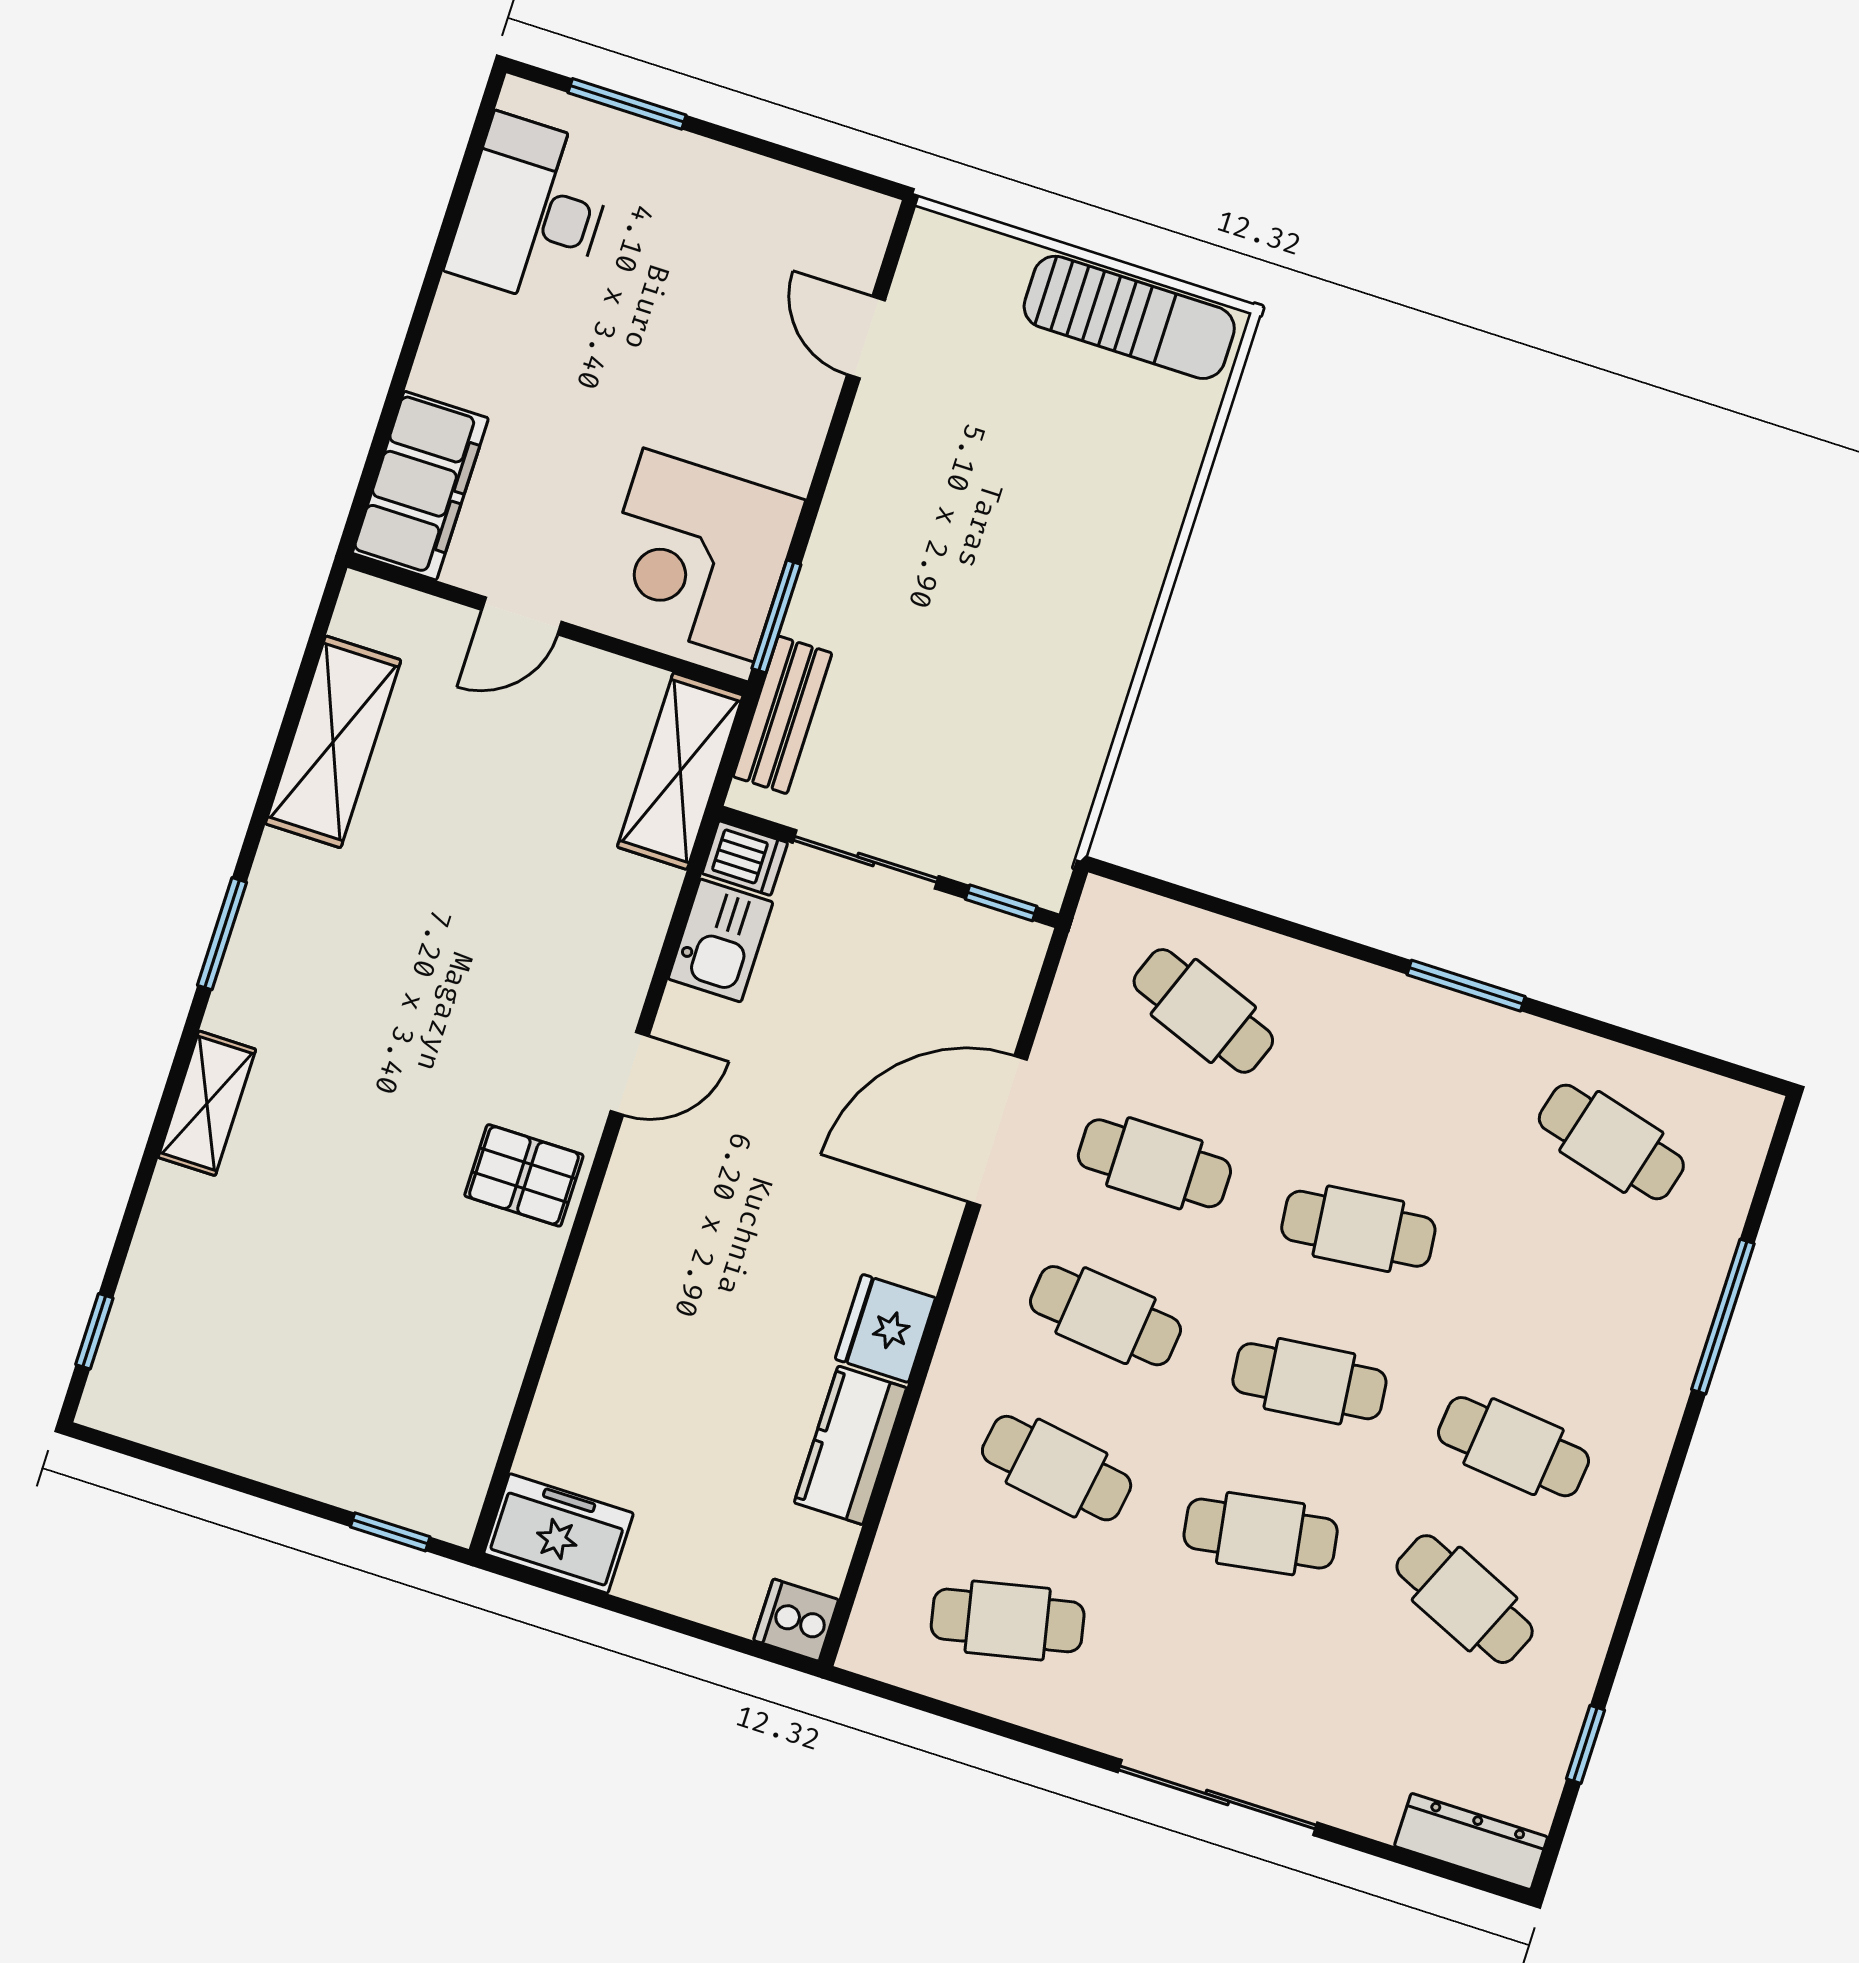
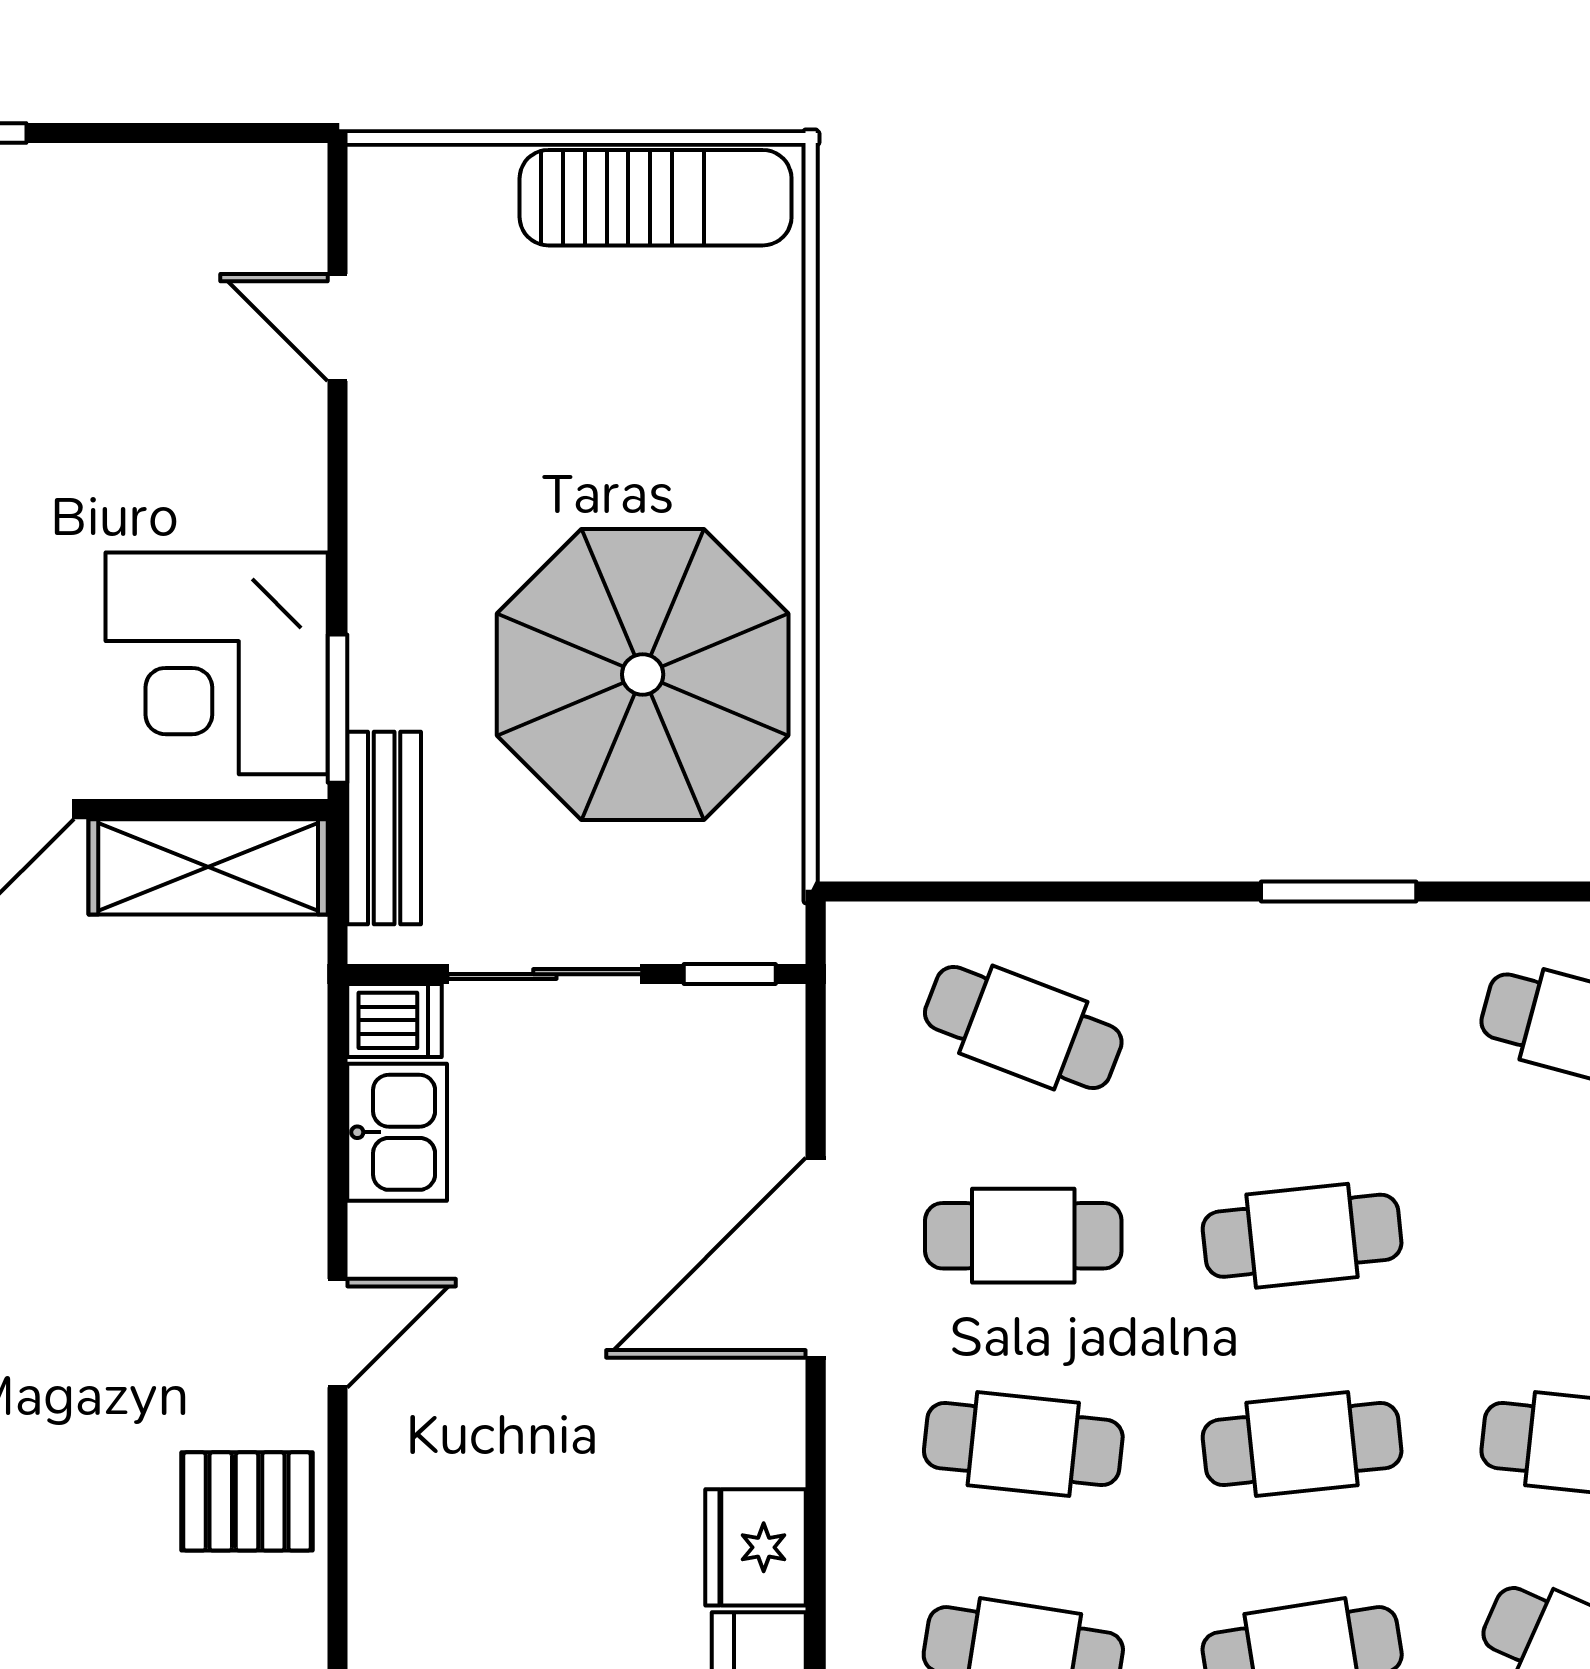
parasol: (1008, 663) -> (643, 674), added
shelving: (680, 771) -> (208, 867), moved, turned 90

